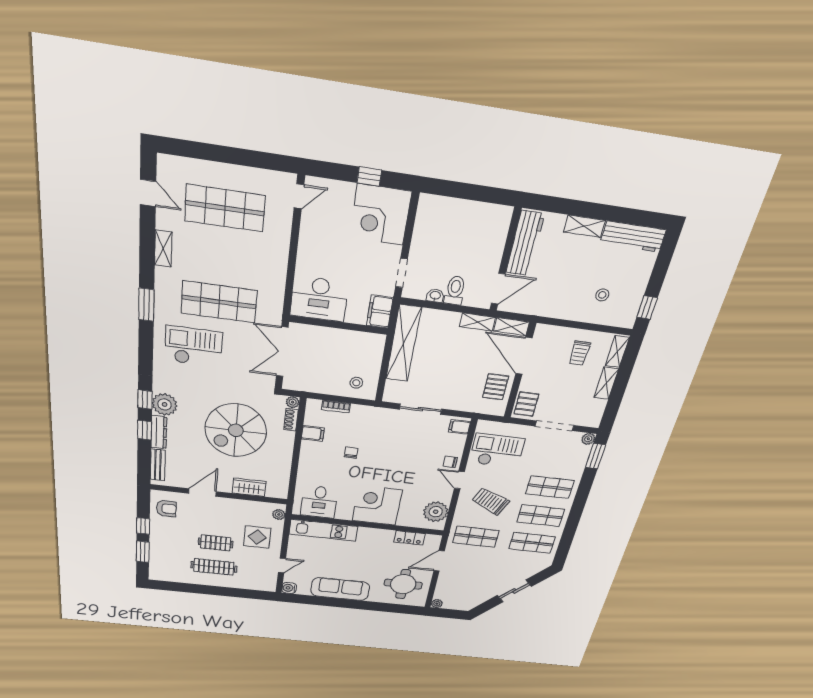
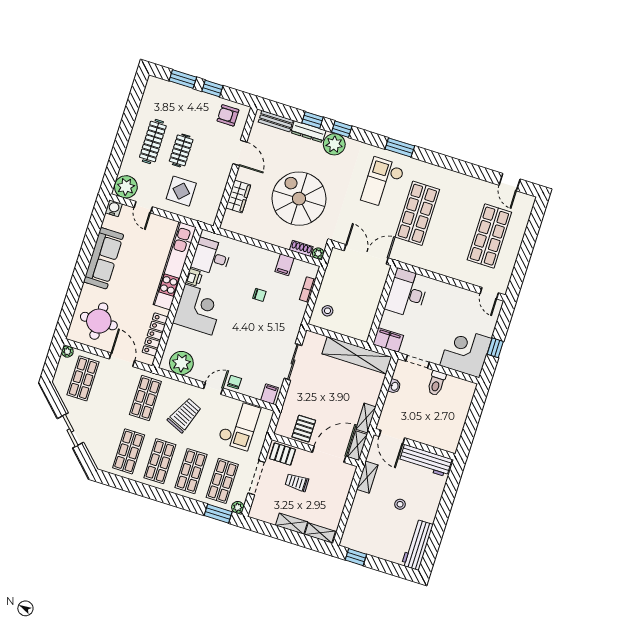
door: (148, 193) -> (510, 182), hinge flipped
shelving: (584, 226) -> (367, 477), moved
shelving: (163, 249) -> (467, 181), removed
toilet: (455, 290) -> (436, 383), moved, turned 90
stool: (602, 295) -> (400, 504), moved
window: (146, 305) -> (400, 148), moved
checkout: (194, 347) -> (383, 183), turned 180
trolley: (580, 353) -> (297, 482), moved
pallet: (496, 387) -> (304, 429), turned 90
shop shelf: (559, 458) -> (222, 481), added
armchair: (166, 509) -> (228, 115), turned 90
plant: (279, 514) -> (126, 187), moved, width x1.88, depth x1.88
printer: (344, 514) -> (194, 277), added
kitchen unit: (323, 530) -> (175, 266), width x1.36
locker: (409, 538) -> (155, 335), width x1.53
shop shelf: (462, 588) -> (83, 378), added

